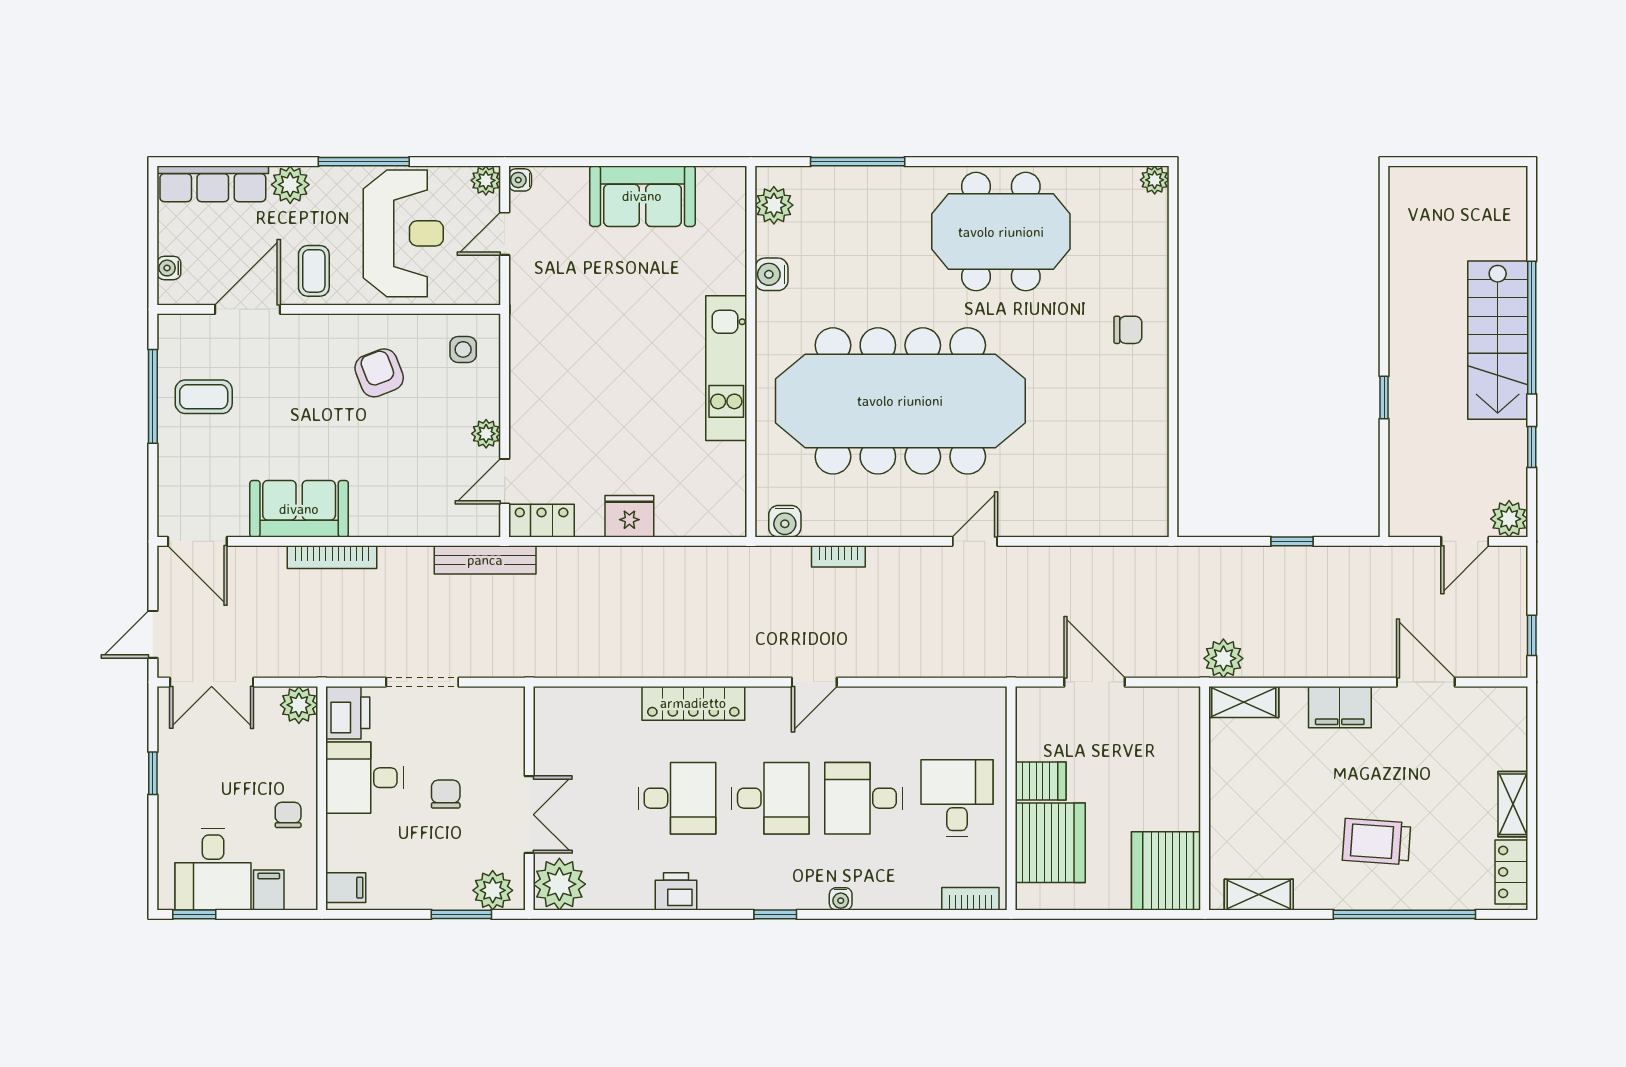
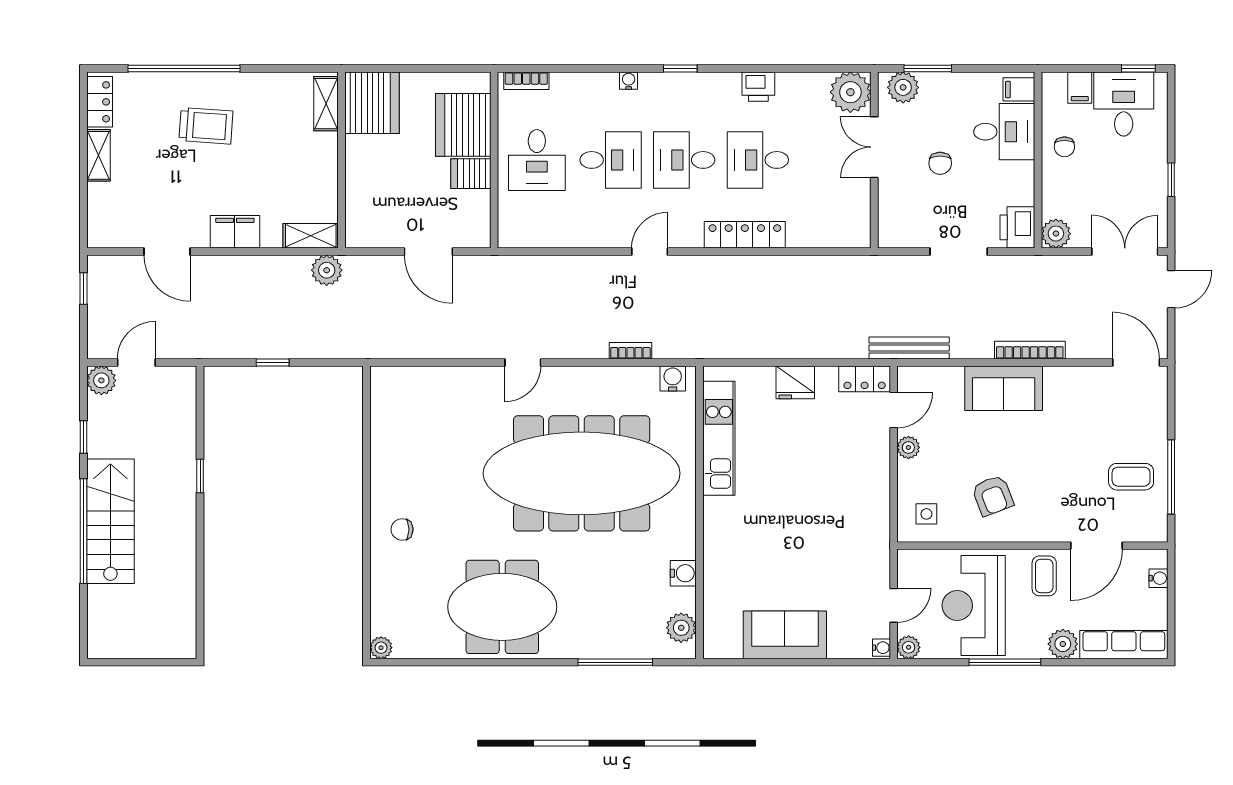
kitchen unit: (726, 368) -> (719, 438), moved
sofa: (299, 509) -> (1004, 388), moved
desk: (365, 778) -> (1004, 132), moved
shelving: (1259, 895) -> (326, 104), moved, turned 90

